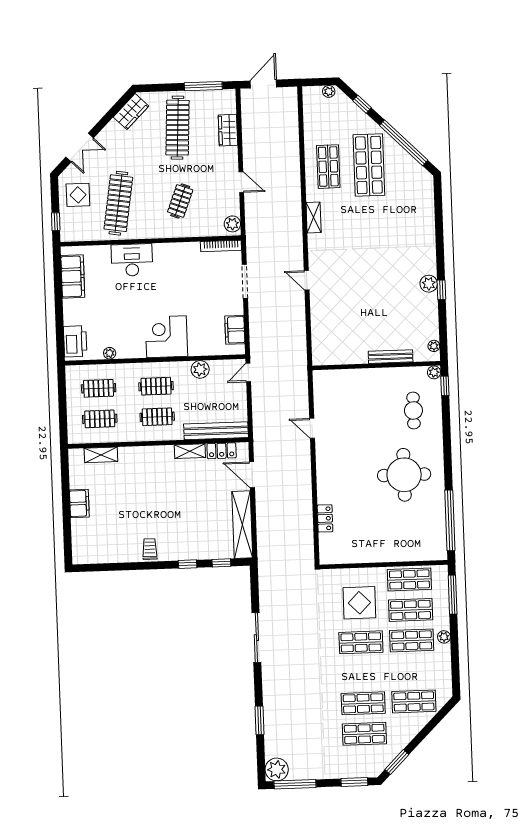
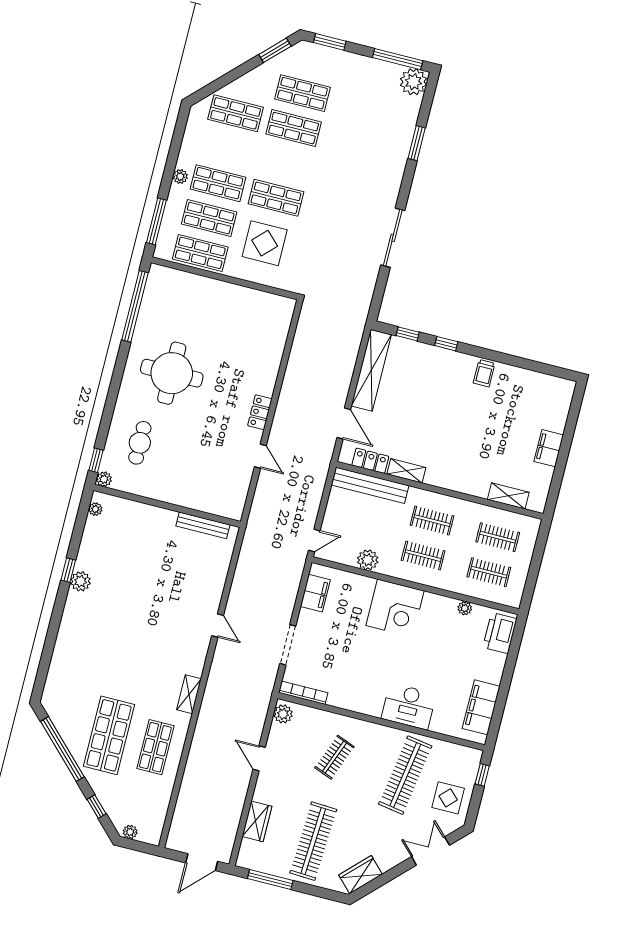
bench: (391, 357) -> (203, 525), moved
locker: (325, 518) -> (260, 412), moved

